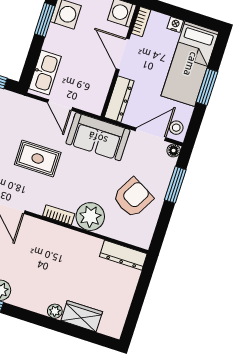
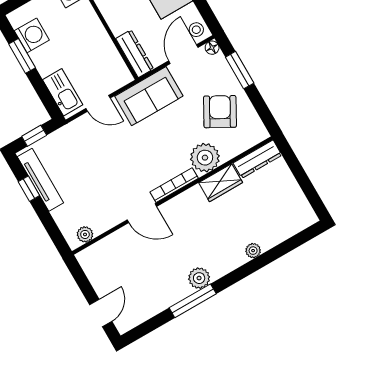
door: (123, 54) -> (102, 20), removed
rug: (38, 158) -> (124, 158), removed
bookcase: (59, 215) -> (174, 185), width x1.56
wardrobe: (82, 316) -> (221, 183), moved, turned 180

